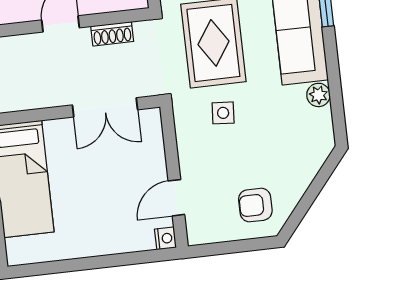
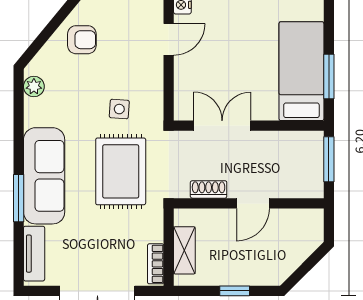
plant: (318, 95) -> (34, 86), moved
armchair: (255, 205) -> (82, 40), moved

